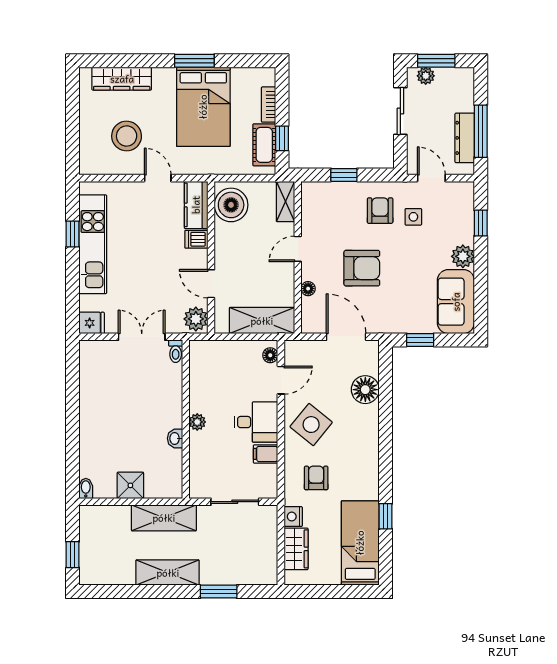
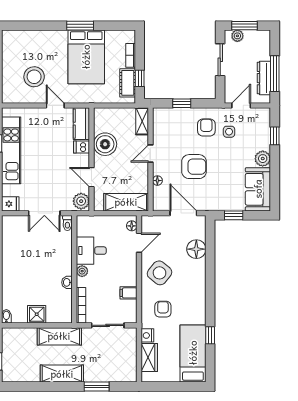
wardrobe: (122, 79) -> (31, 38), removed
door: (431, 178) -> (241, 105), hinge flipped
boiler: (231, 205) -> (105, 144), moved
double door: (142, 337) -> (44, 213), swing flipped
desk: (256, 422) -> (91, 251), moved, turned 180
bookcase: (196, 472) -> (81, 305), added

